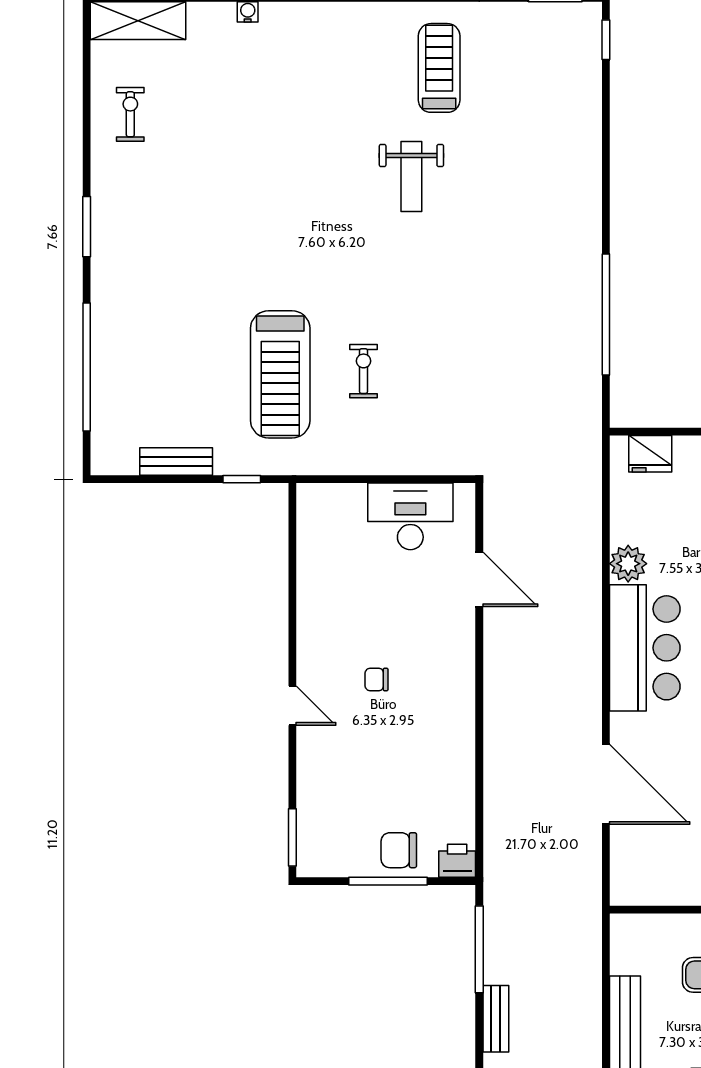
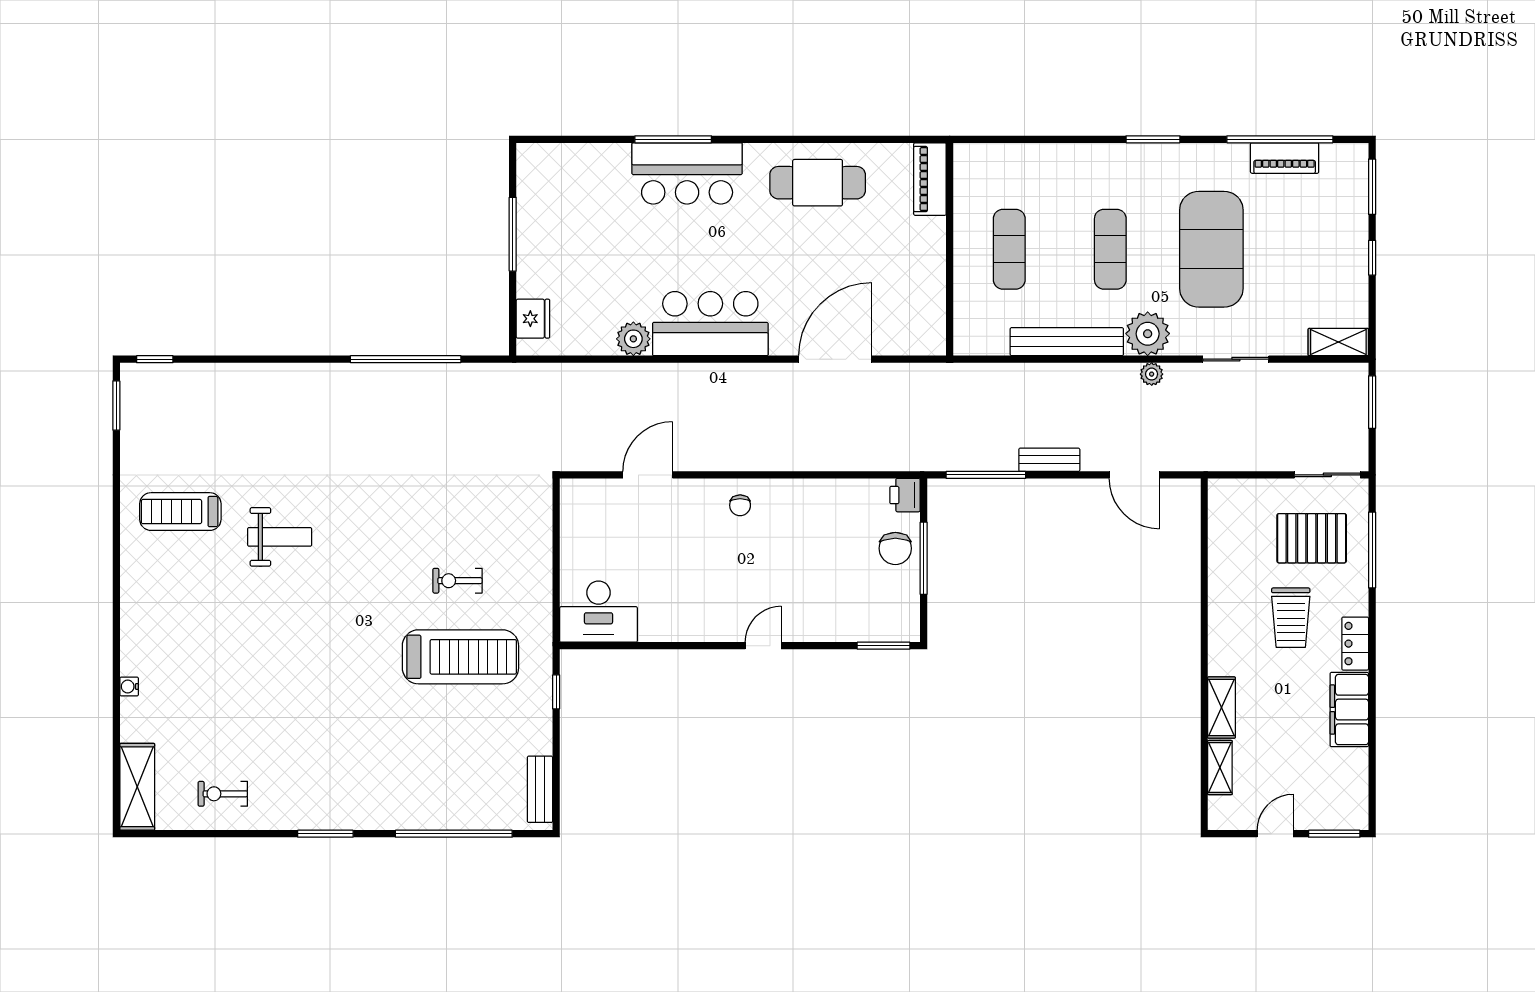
bench: (176, 461) -> (540, 789), moved
desk: (410, 516) -> (598, 612), moved, turned -90
chair: (376, 679) -> (740, 505), moved

